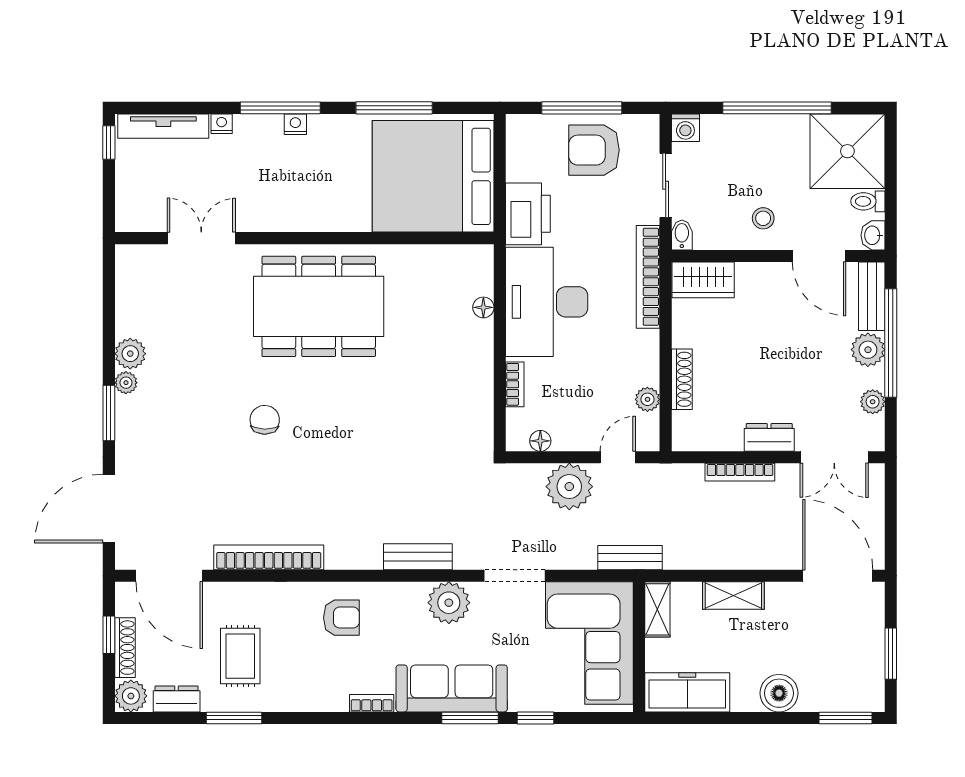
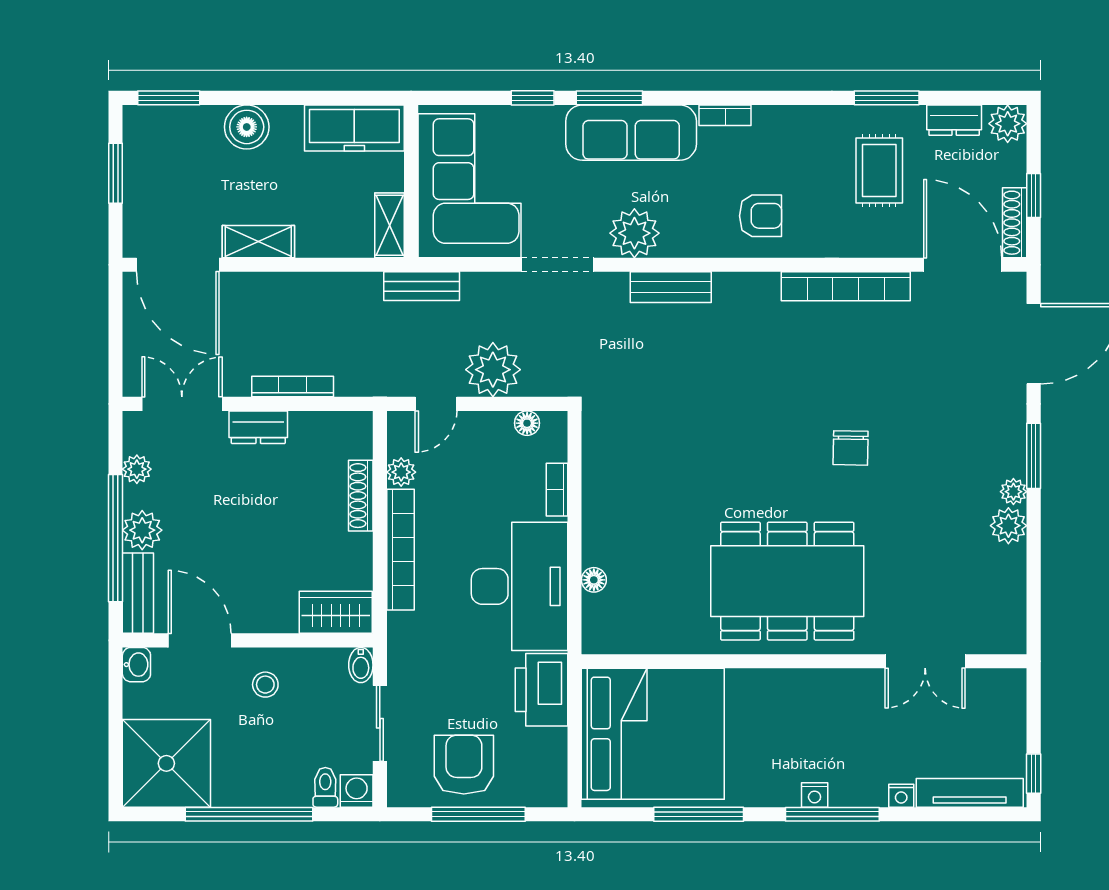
armchair: (594, 150) -> (464, 765), turned -90
toilet: (868, 201) -> (325, 787), moved, turned -90
bookcase: (648, 277) -> (400, 550), moved
shelving: (733, 596) -> (258, 242), moved
armchair: (341, 618) -> (761, 216), turned 180
shoe rack: (125, 648) -> (1015, 223), moved

